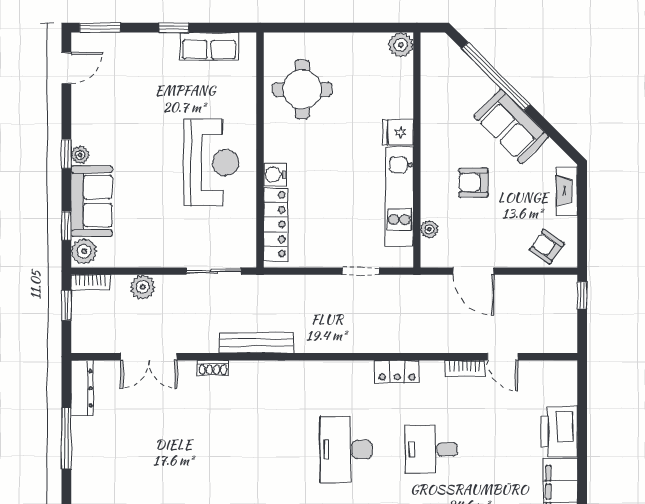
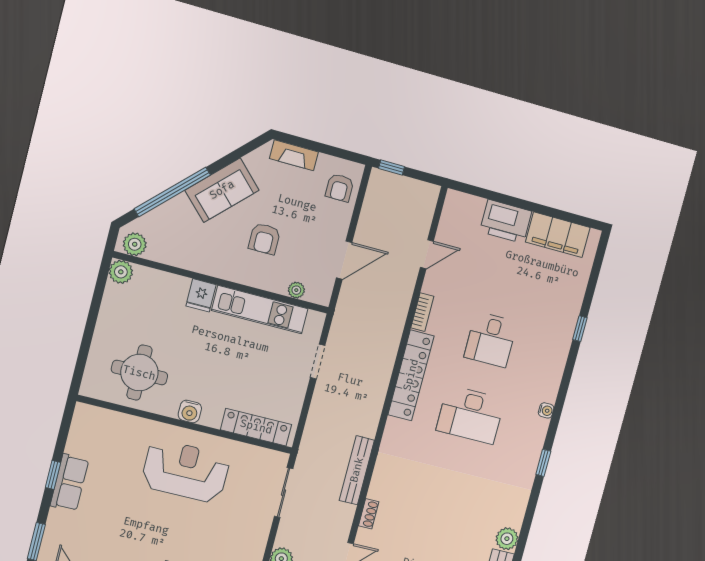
row of seats: (209, 46) -> (69, 483), moved
plant: (433, 52) -> (135, 244), added
water cooler: (275, 175) -> (190, 411), moved
armchair: (547, 247) -> (340, 188), turned -35
bookcase: (465, 368) -> (422, 312), moved
locker: (397, 371) -> (411, 375), width x2.16, depth x1.21

